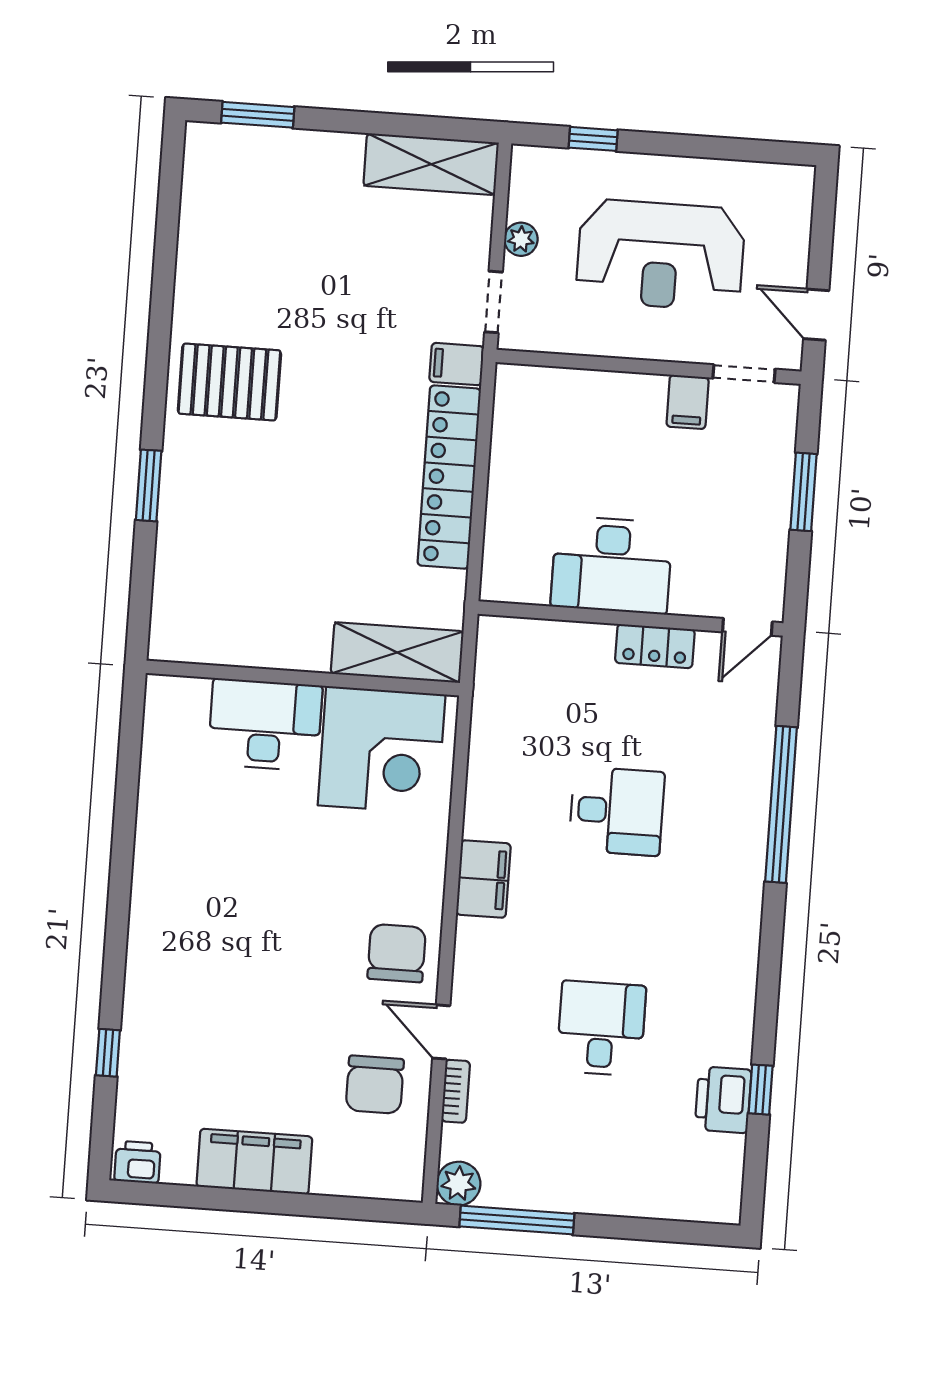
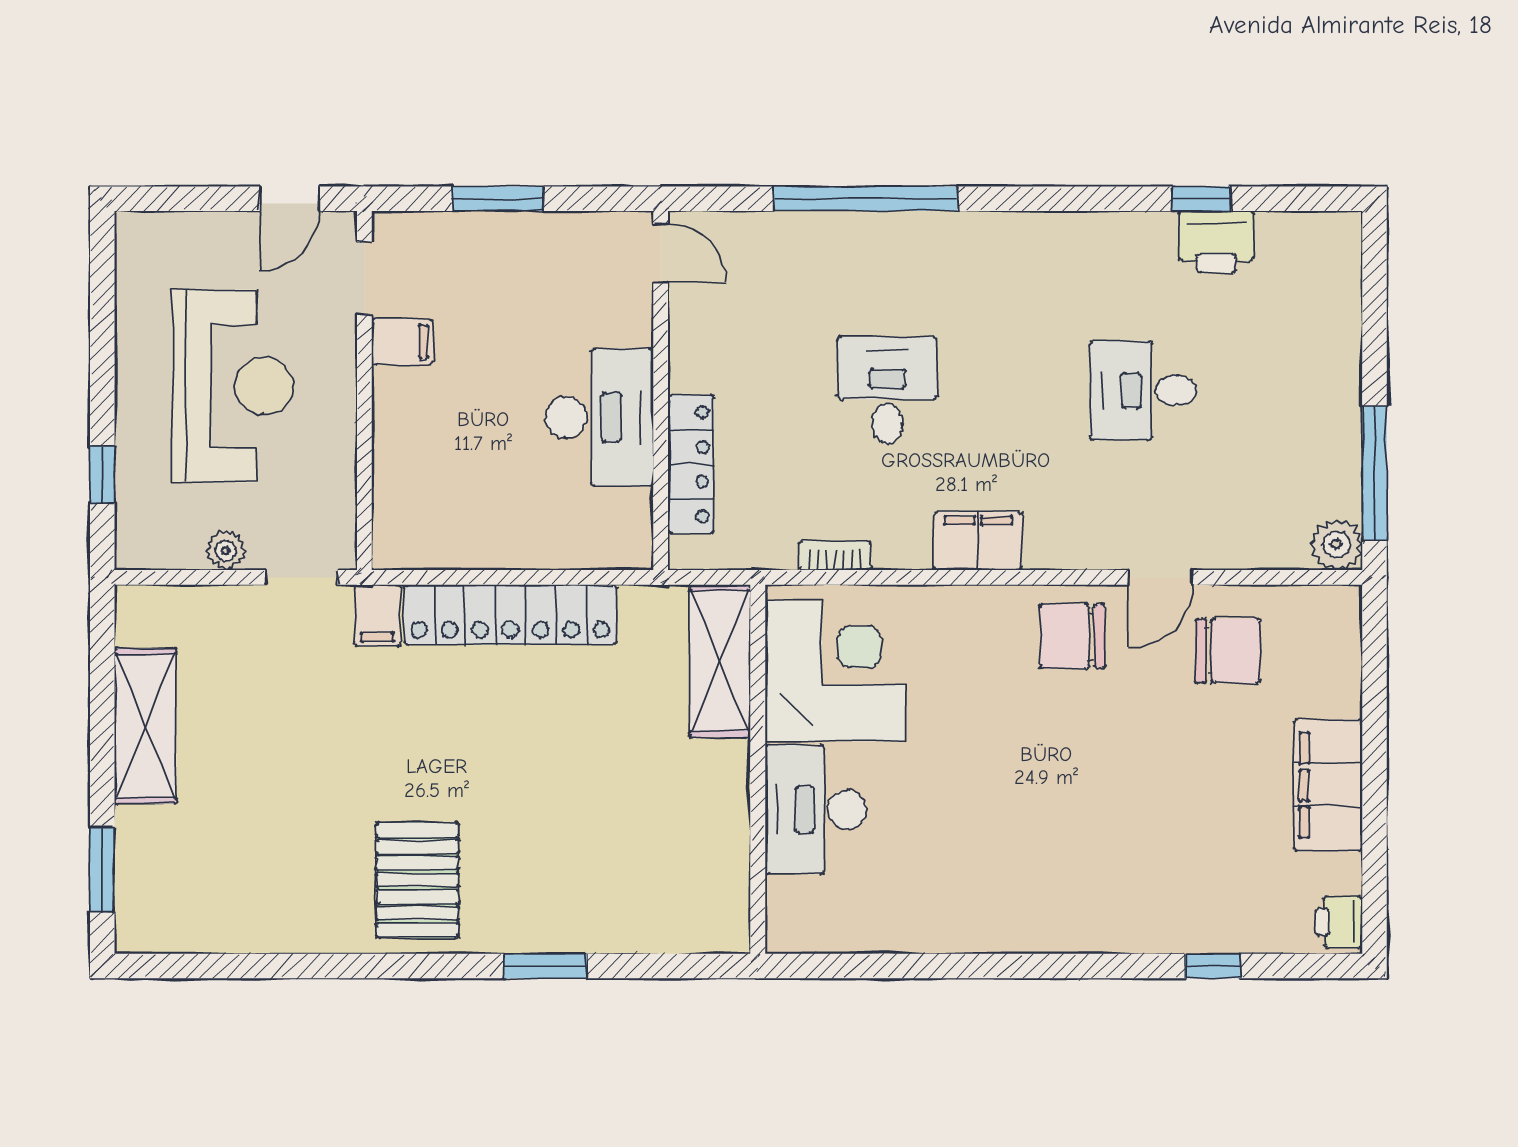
shelving: (431, 164) -> (145, 726), moved
locker: (655, 646) -> (691, 464), moved, width x1.53
bookcase: (456, 1091) -> (835, 556), moved

